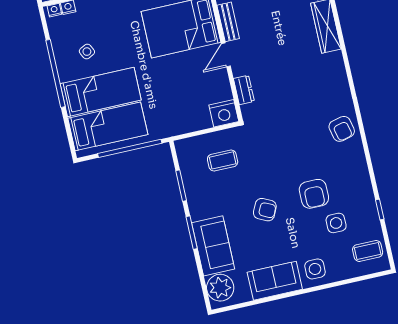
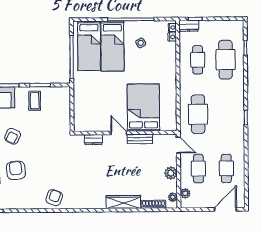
nightstand: (224, 113) -> (81, 123), removed
armchair: (342, 129) -> (54, 198), turned 123
coffee table: (223, 160) -> (35, 101), moved
armchair: (314, 194) -> (16, 170), turned 84

